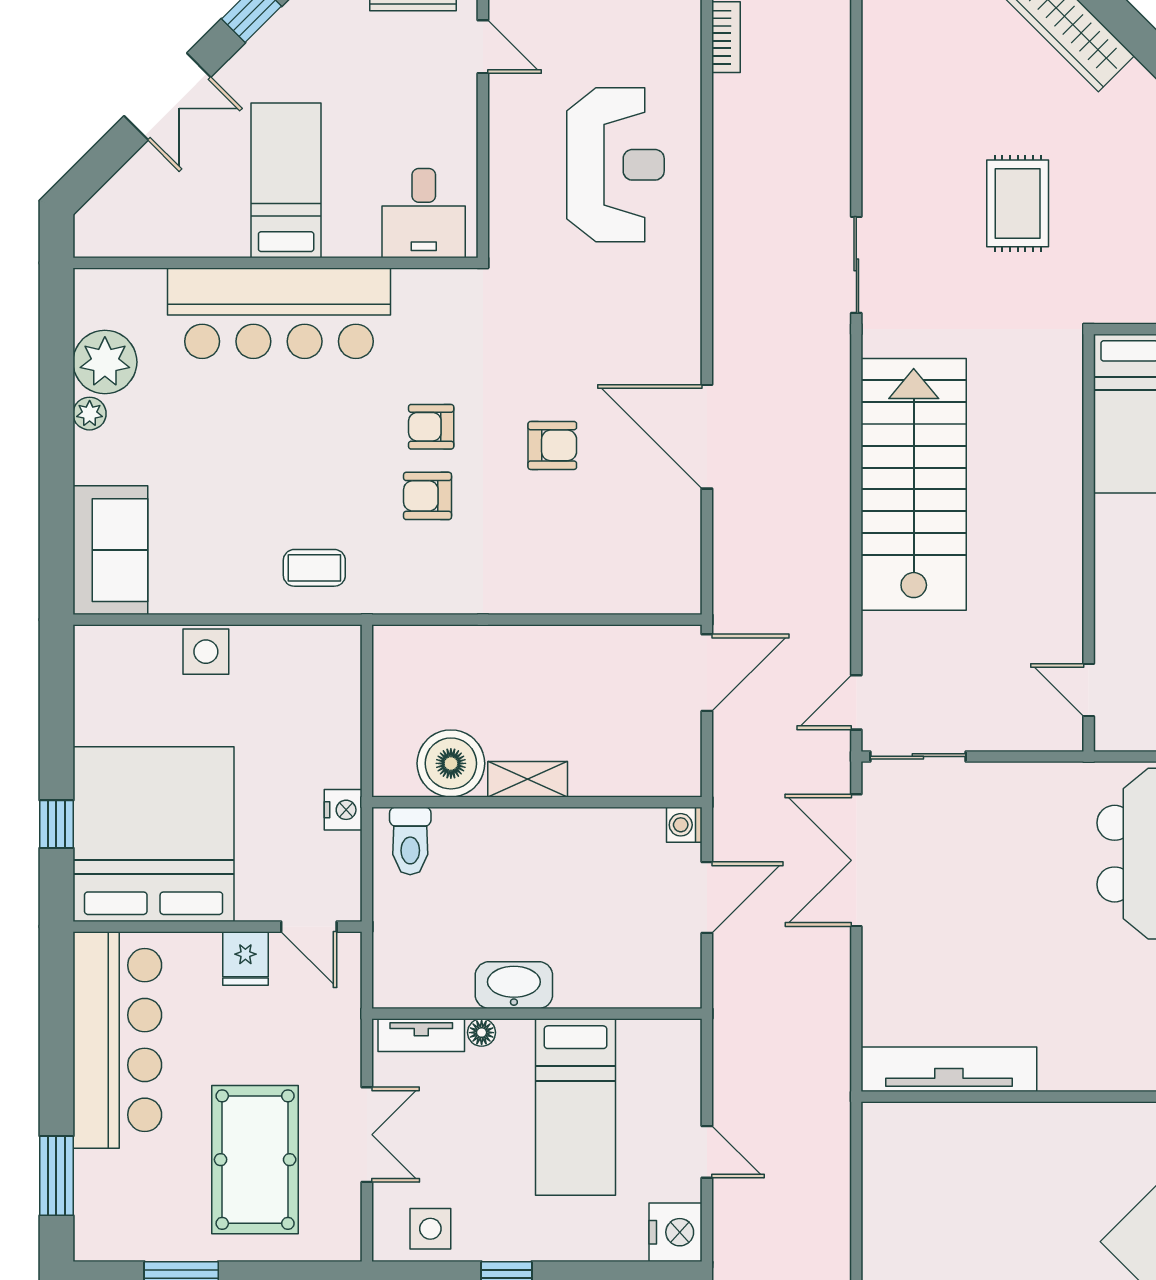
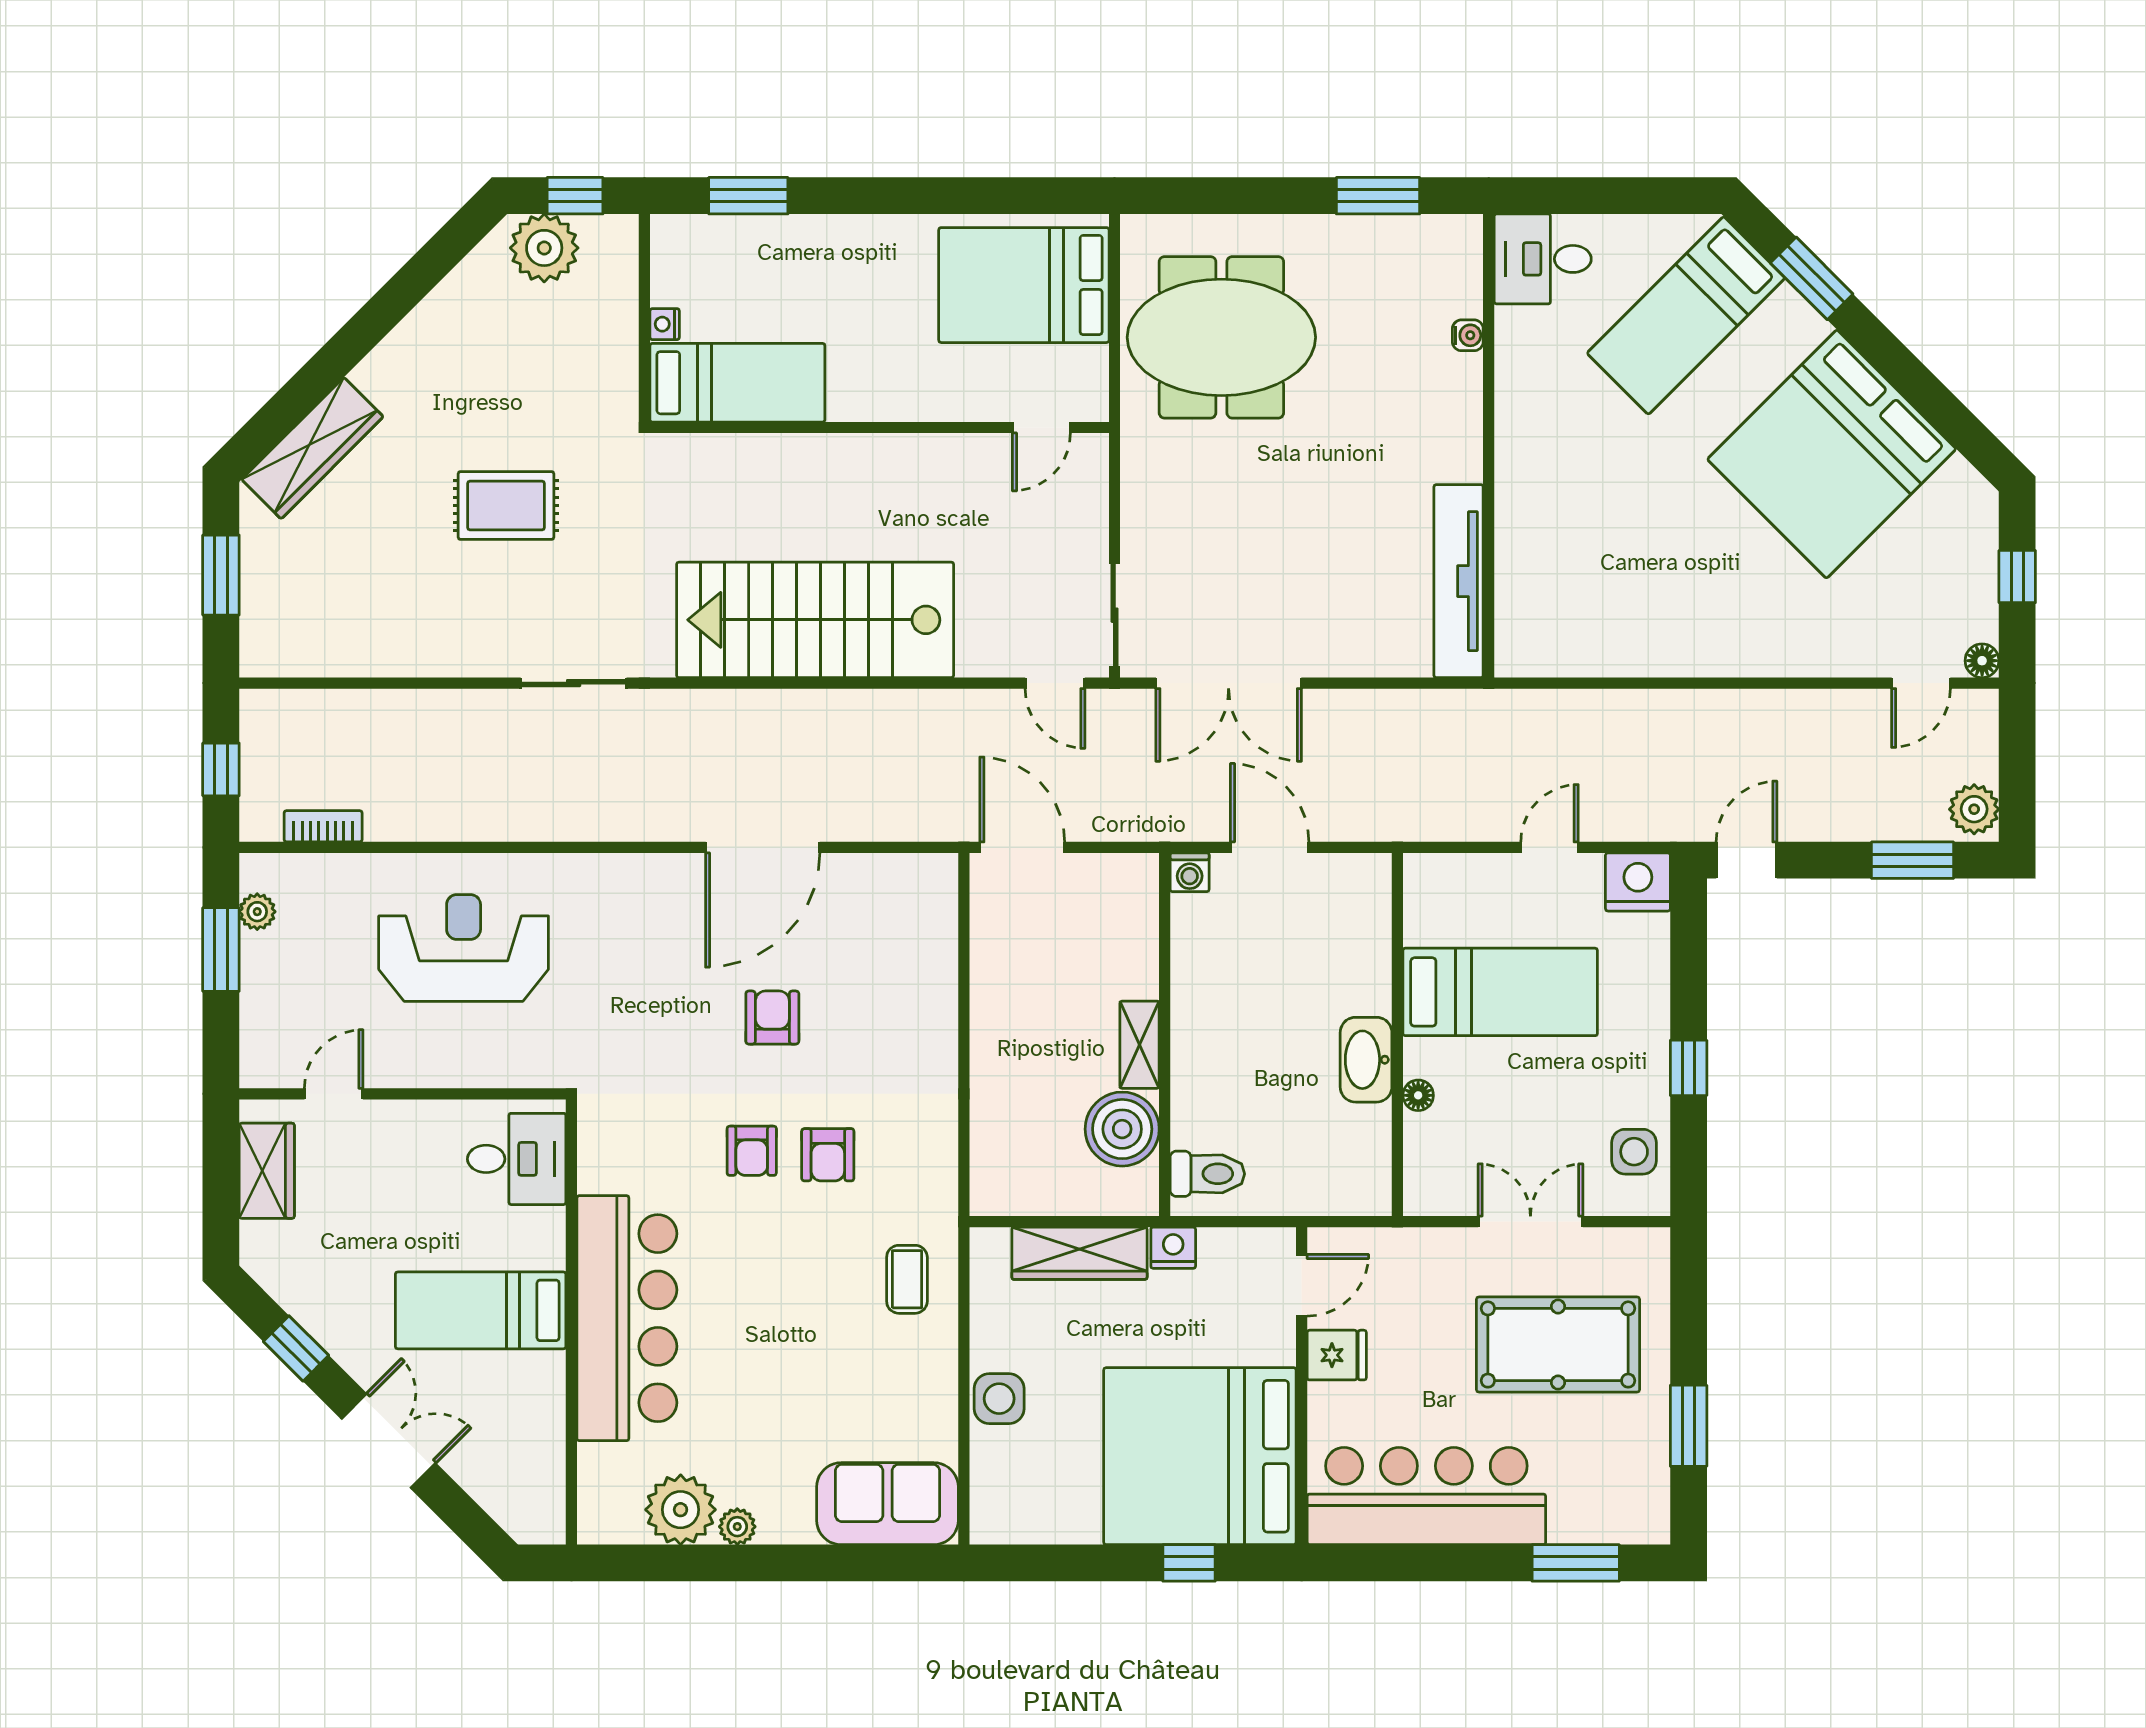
wardrobe: (338, 725) -> (1079, 1253), added
tv unit: (421, 1035) -> (1421, 1162), removed

